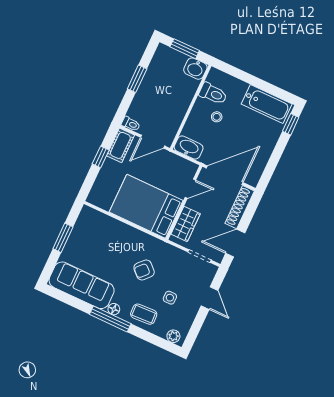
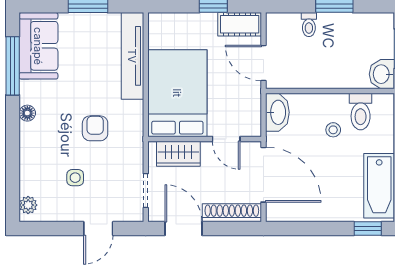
toilet: (131, 124) -> (309, 25), moved
tv unit: (109, 224) -> (132, 56), added
armchair: (144, 270) -> (95, 128), turned 47
sofa: (82, 285) -> (38, 46), width x0.73
coffee table: (144, 314) -> (39, 154), removed
window: (110, 319) -> (13, 66), moved

